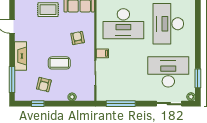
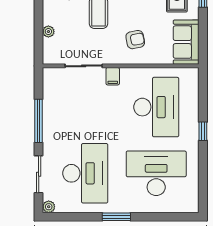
desk: (123, 24) -> (156, 107), turned 180
window: (198, 78) -> (116, 217), moved
window: (121, 104) -> (39, 121), moved

